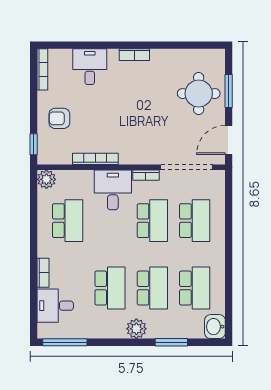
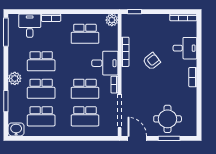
armchair: (59, 118) -> (152, 61), moved, turned 52

